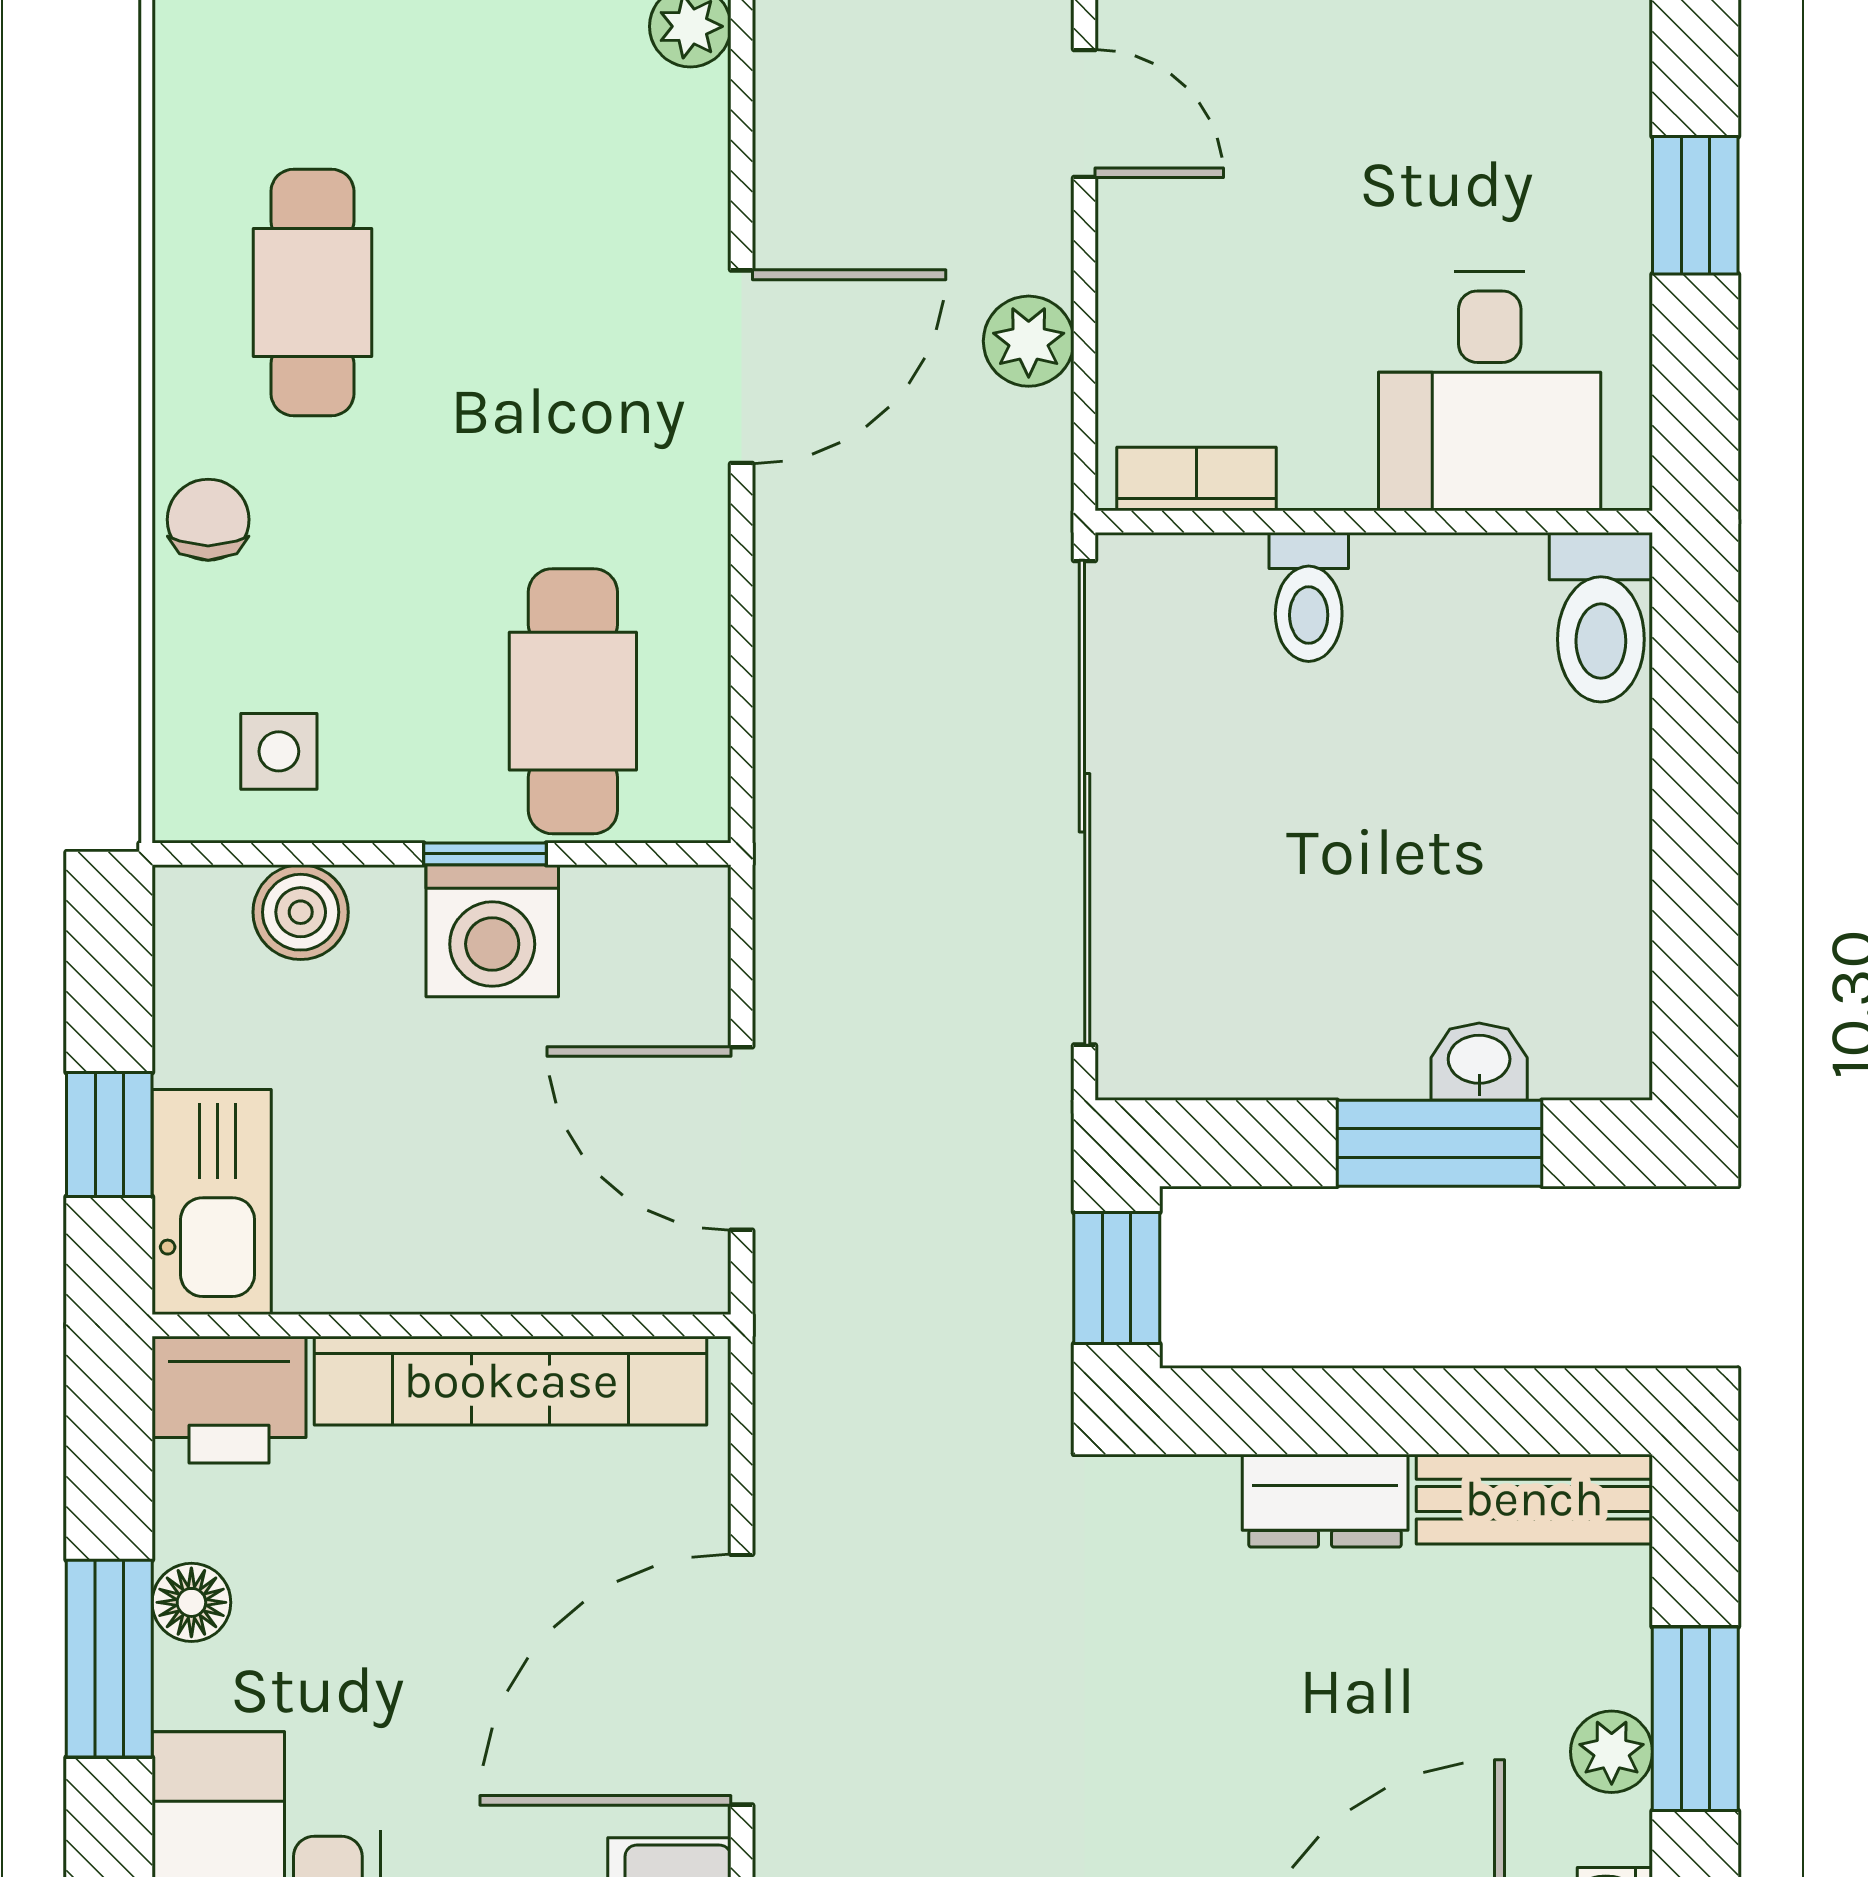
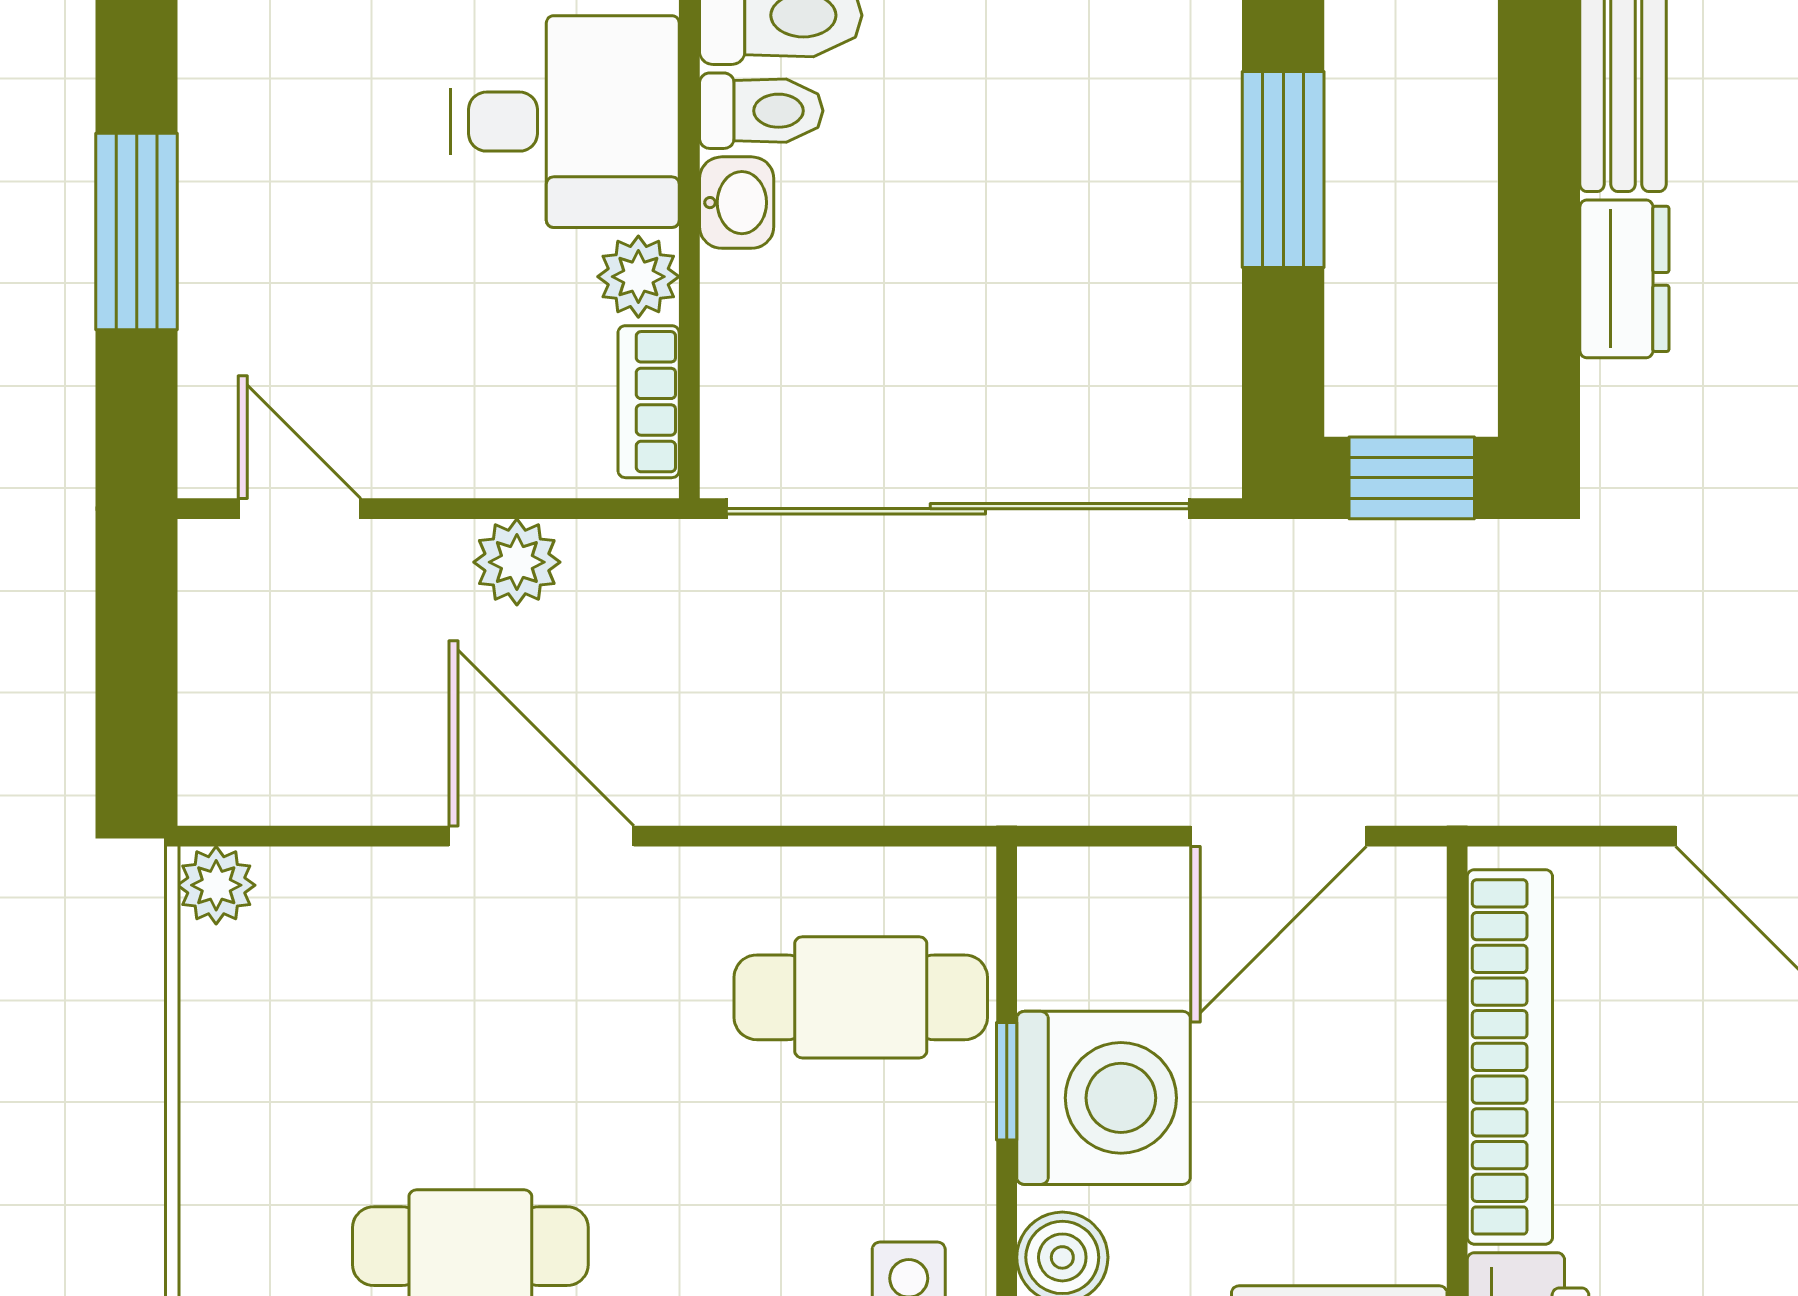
door: (1085, 114) -> (299, 509), hinge flipped
plant: (1327, 468) -> (638, 277), added
toilet: (1309, 597) -> (761, 111), moved
washing machine: (492, 931) -> (1104, 1098), width x1.37, depth x1.37
washbasin: (1479, 1062) -> (737, 203), moved, turned 180

